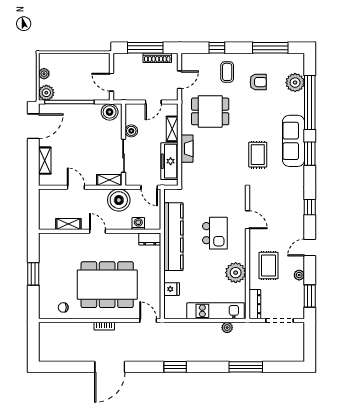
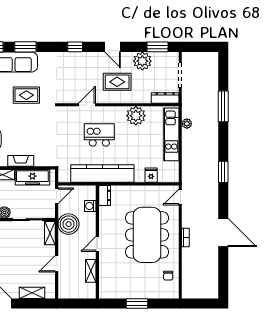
rug: (269, 266) -> (117, 82), moved
plant: (299, 275) -> (142, 61), width x1.88, depth x1.88

